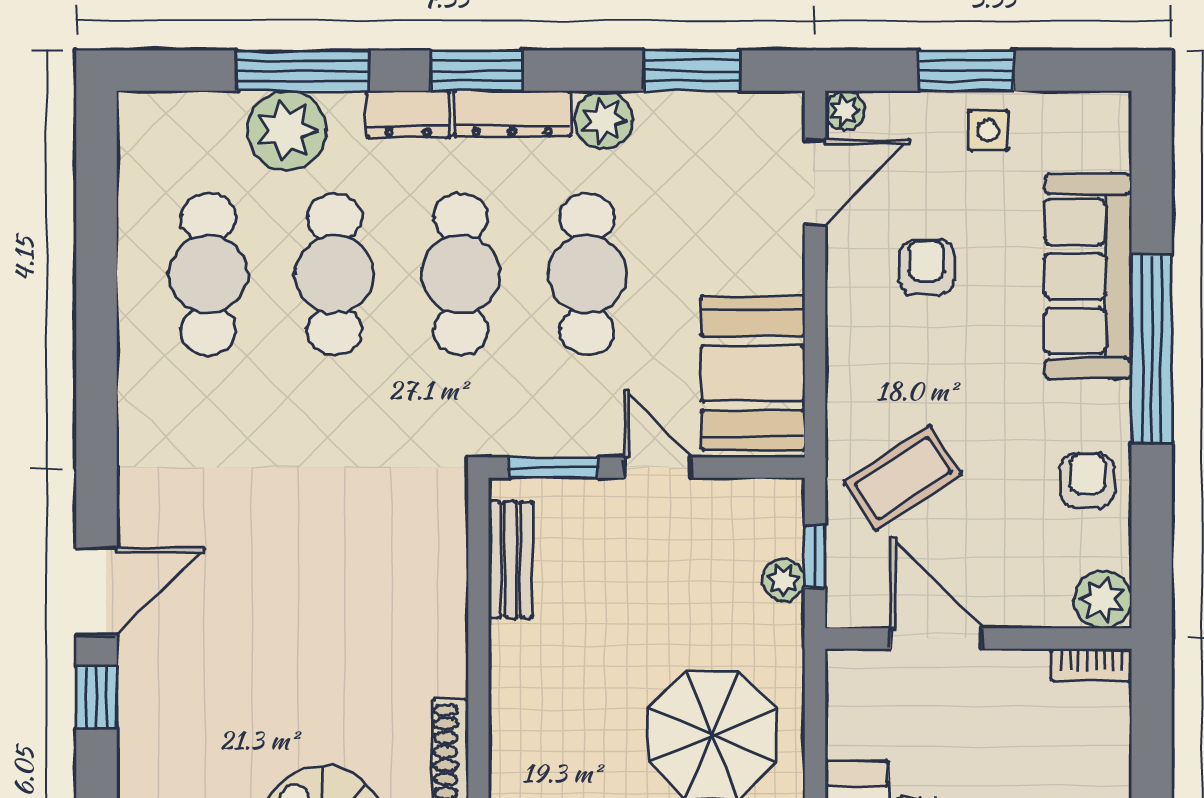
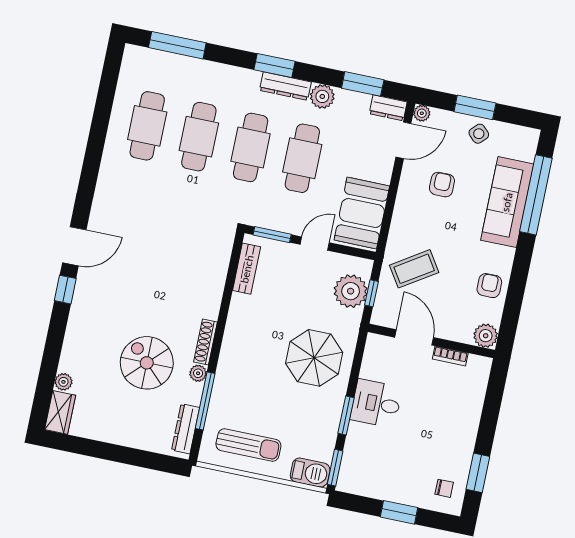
window: (302, 71) -> (177, 45), moved
dresser: (408, 114) -> (388, 108), moved
plant: (287, 130) -> (192, 74), removed
side table: (988, 130) -> (479, 134), turned 45
window: (1152, 349) -> (536, 195), moved
door: (658, 468) -> (315, 244), hinge flipped
plant: (784, 580) -> (351, 291), width x1.88, depth x1.88
bookcase: (1091, 665) -> (450, 356), moved

